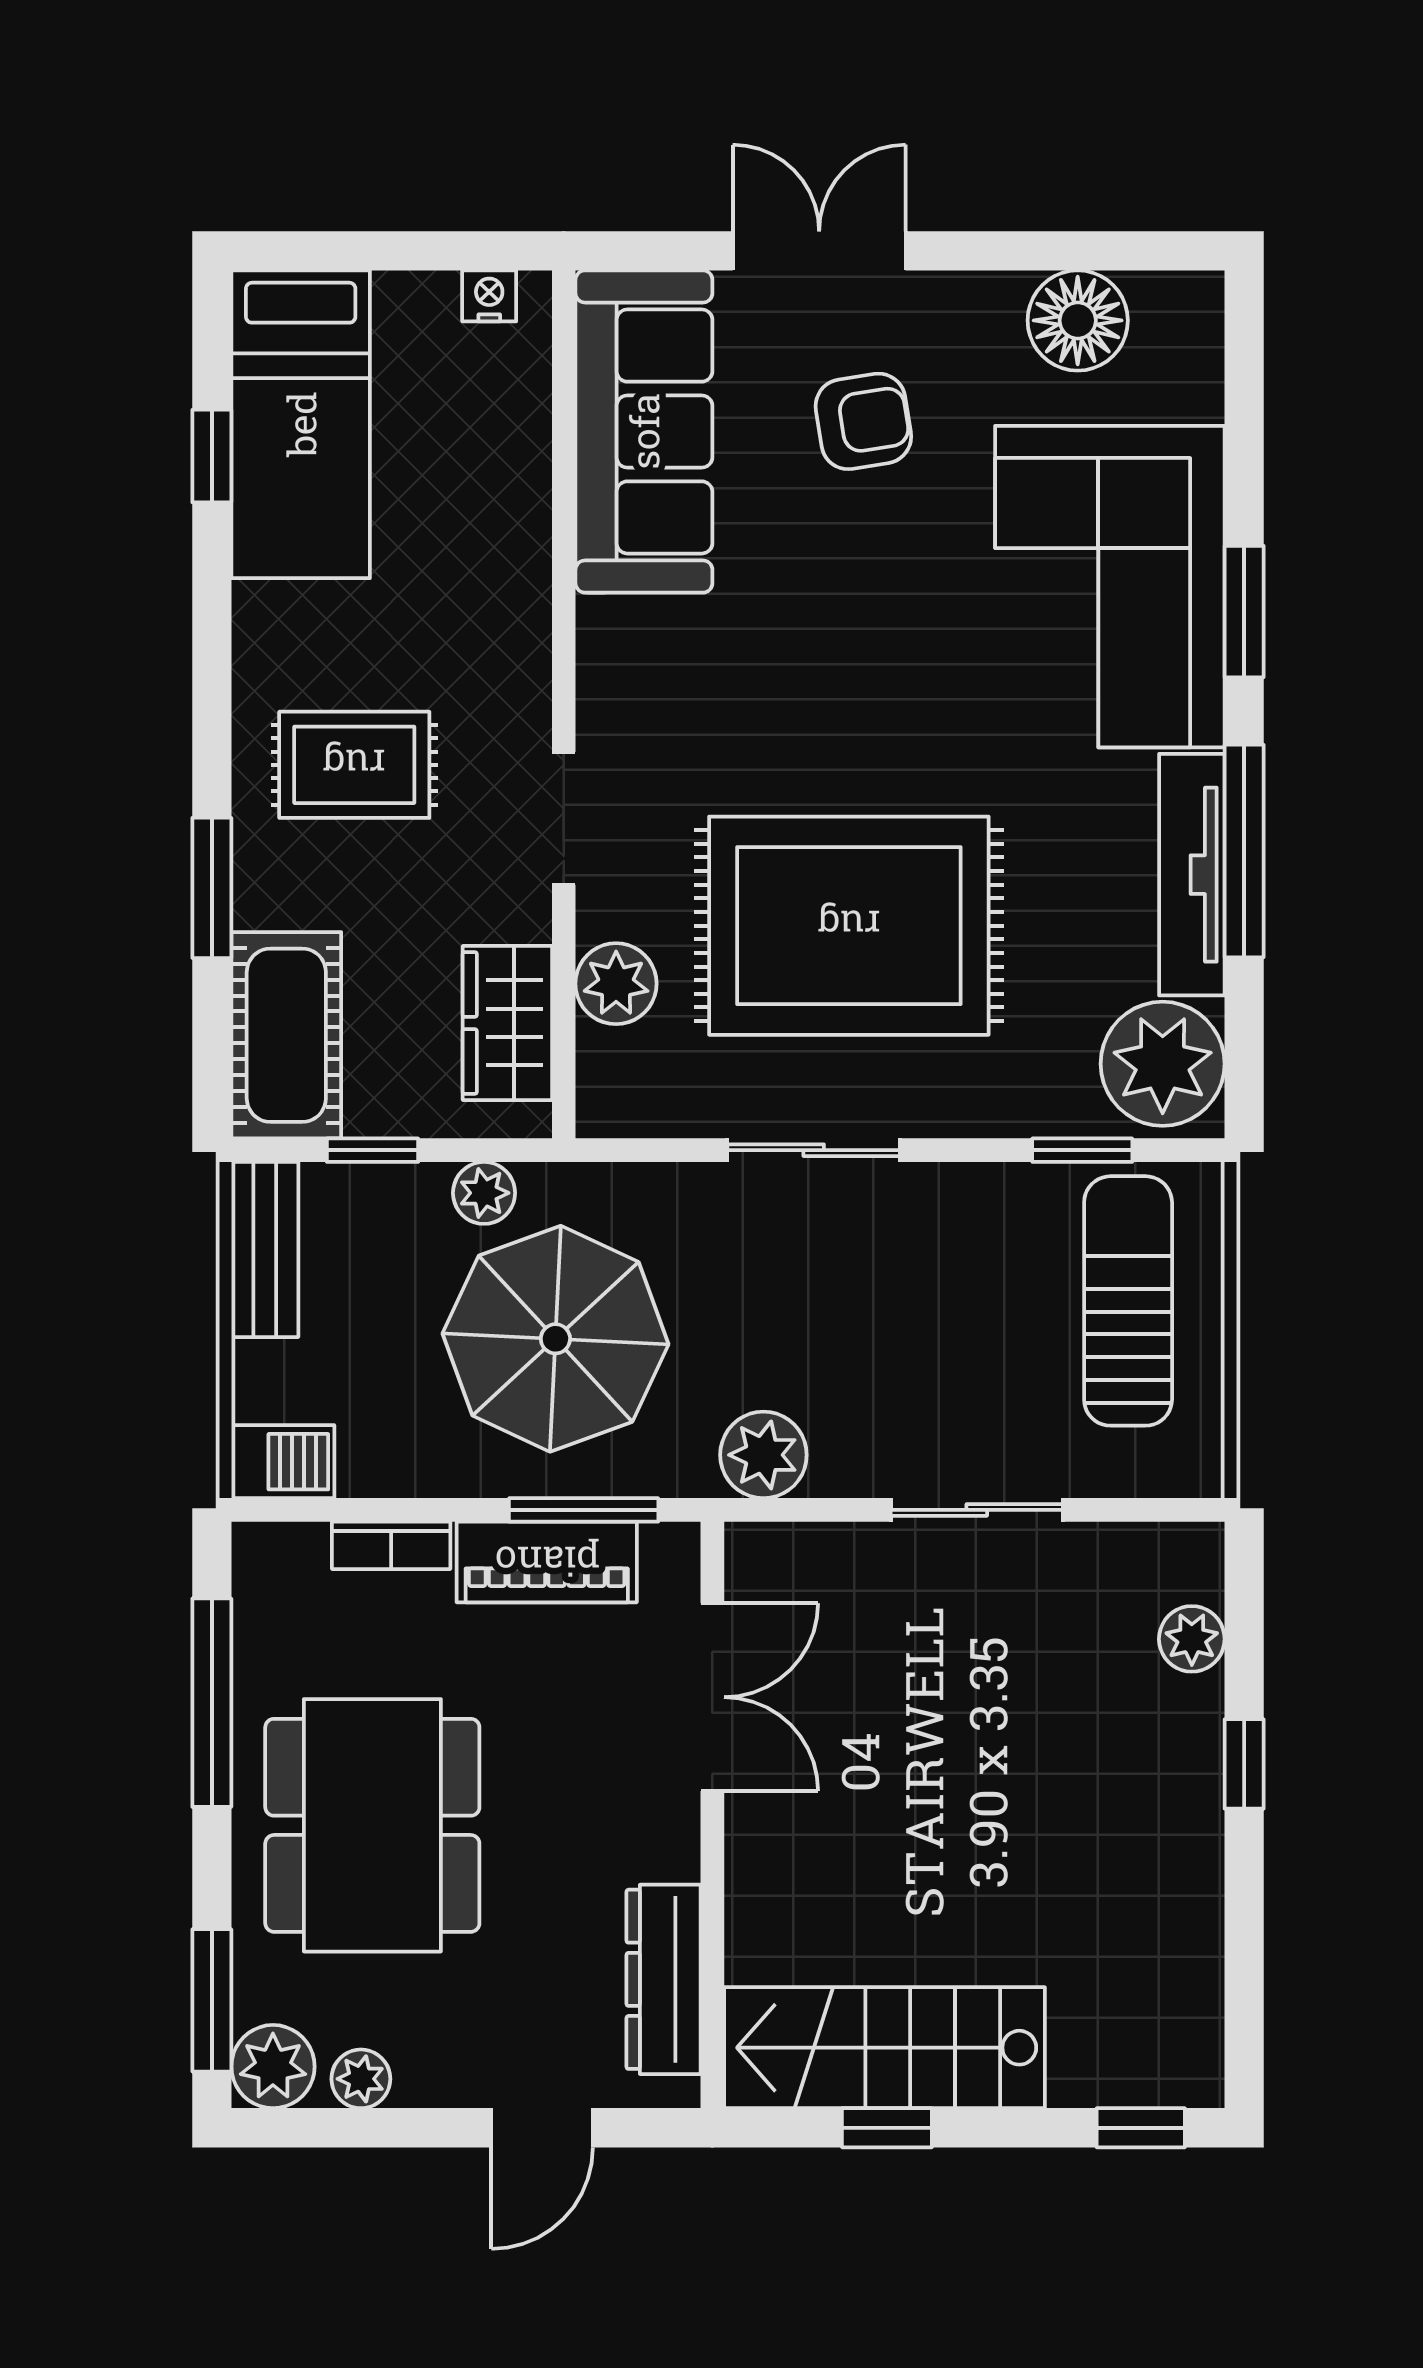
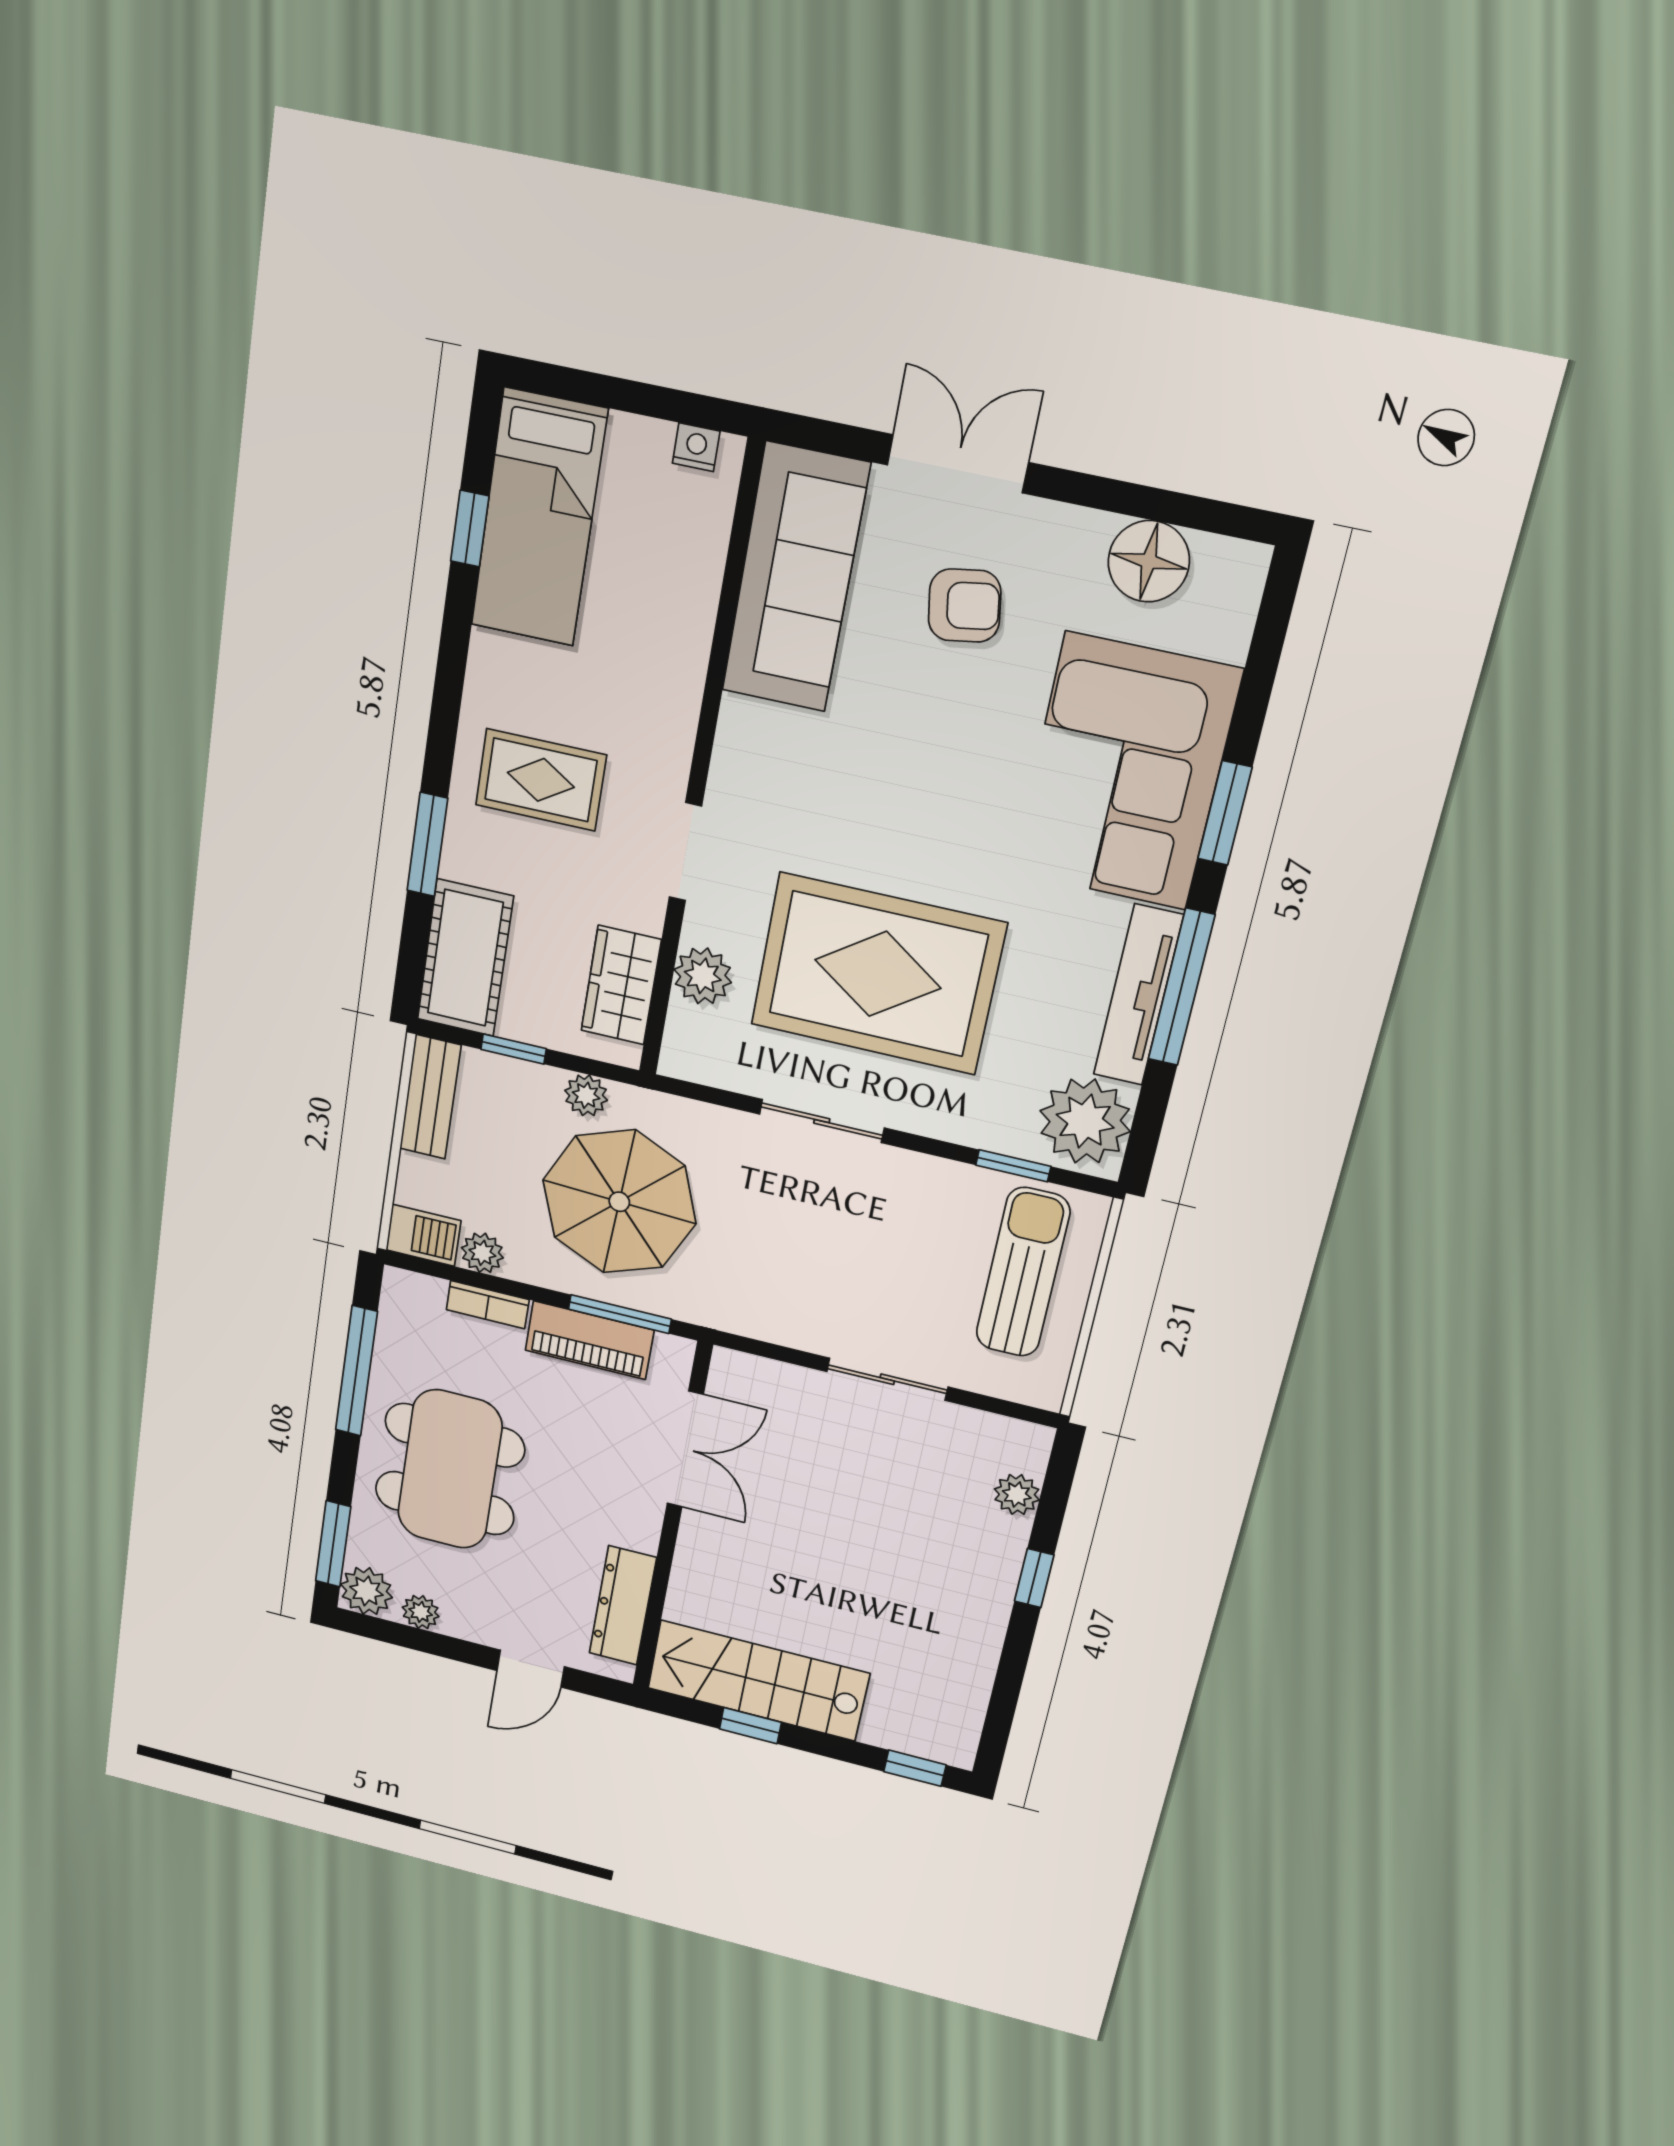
plant: (763, 1455) -> (482, 1253), moved, width x0.73, depth x0.73

